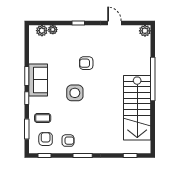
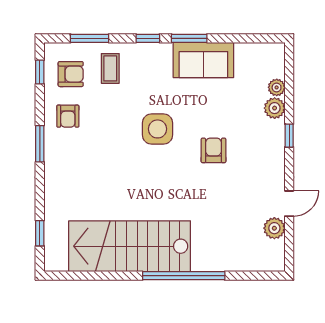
plant: (42, 31) -> (275, 108), moved
plant: (145, 31) -> (274, 228), moved
sofa: (38, 80) -> (203, 60), moved

